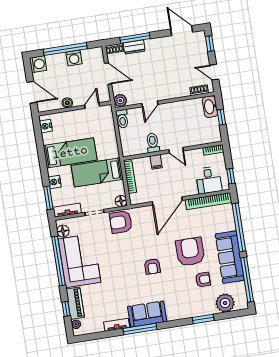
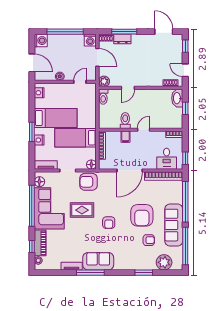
washing machine: (74, 58) -> (90, 40), moved
door: (176, 150) -> (144, 130), swing flipped
window: (48, 198) -> (32, 132), moved
armchair: (190, 252) -> (142, 215), turned 180
rug: (118, 257) -> (82, 210), added

